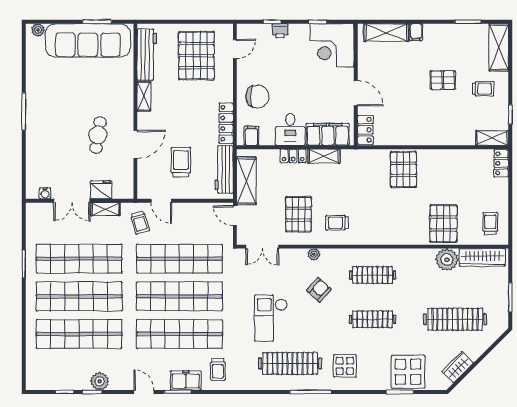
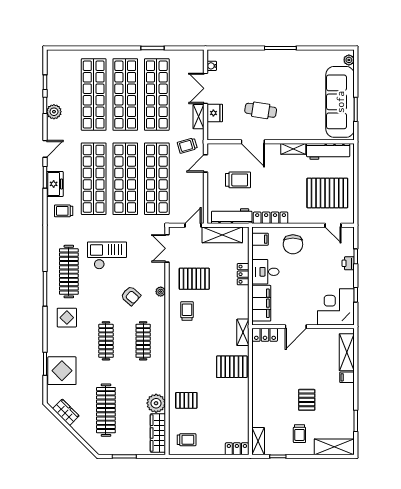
shelving: (324, 156) -> (243, 332), moved
pallet: (443, 224) -> (186, 400), width x0.67, depth x0.71

